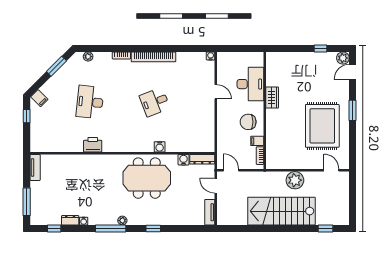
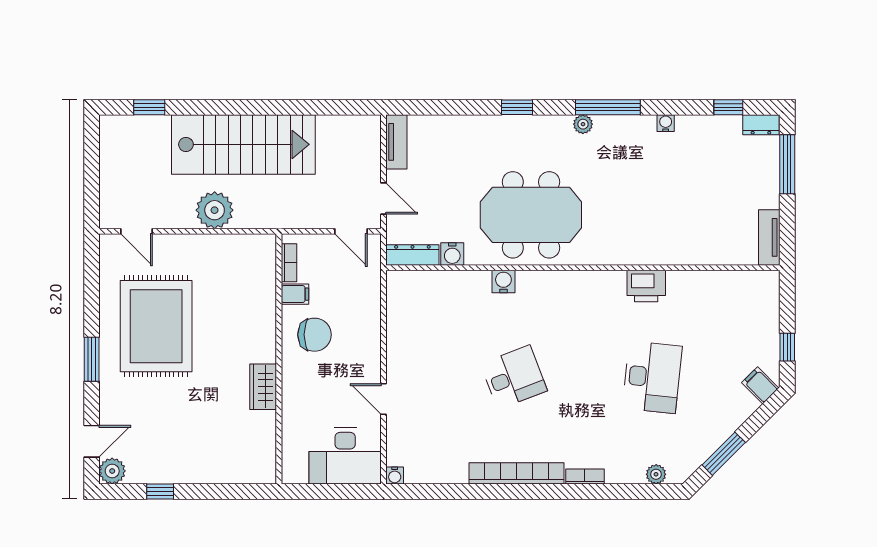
desk: (250, 84) -> (345, 456), moved, turned -90
dresser: (70, 220) -> (761, 125), moved

